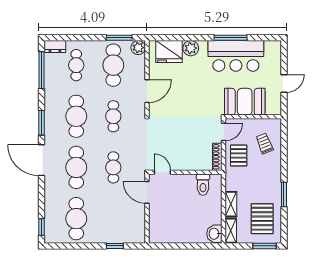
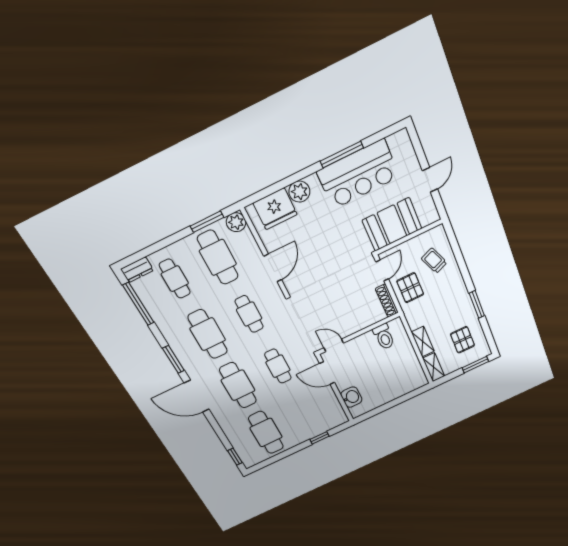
pallet: (262, 219) -> (462, 340), width x0.67, depth x0.71
washbasin: (214, 234) -> (351, 397), moved, turned 180

